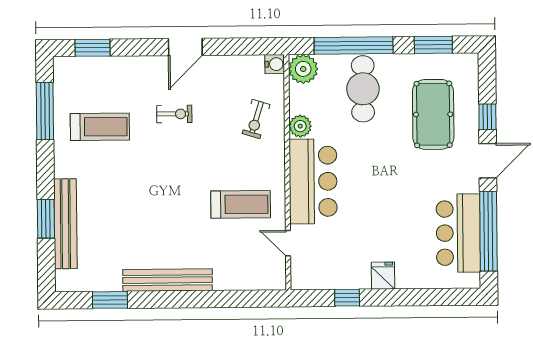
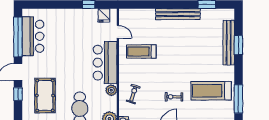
treadmill: (100, 127) -> (211, 91), width x1.37, depth x1.38
fridge: (383, 276) -> (104, 15), moved

